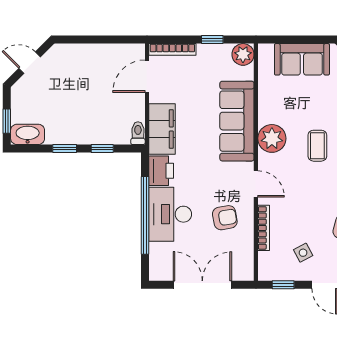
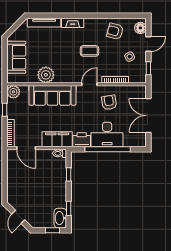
plant: (272, 138) -> (46, 75), moved
coffee table: (317, 146) -> (90, 51), moved
window: (65, 149) -> (69, 208), moved

